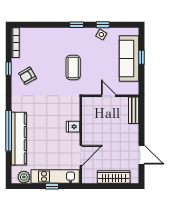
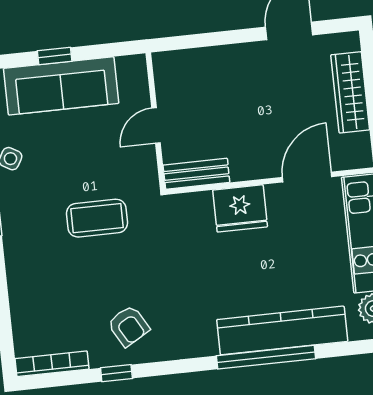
bench: (134, 110) -> (196, 174), moved
fridge: (73, 127) -> (240, 208), width x1.88, depth x1.34
door: (81, 156) -> (307, 177), hinge flipped

